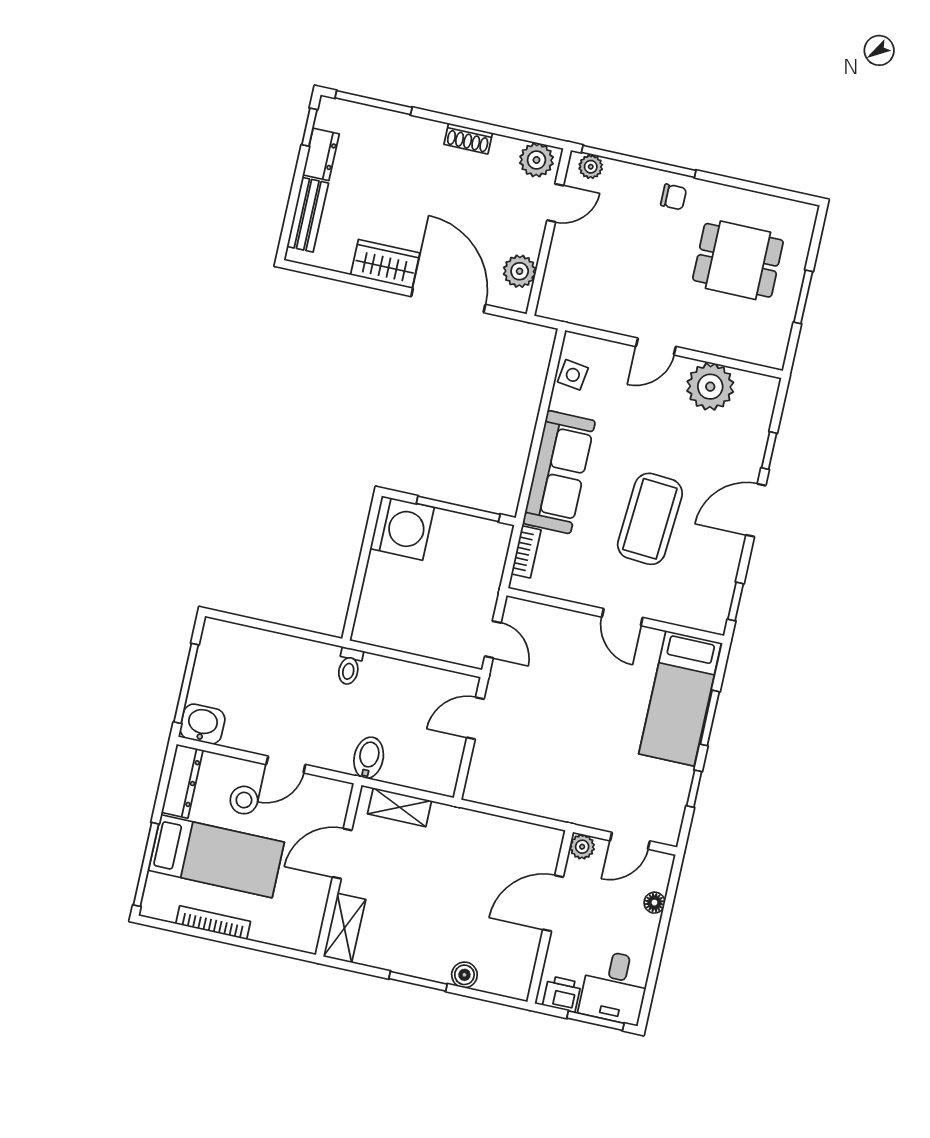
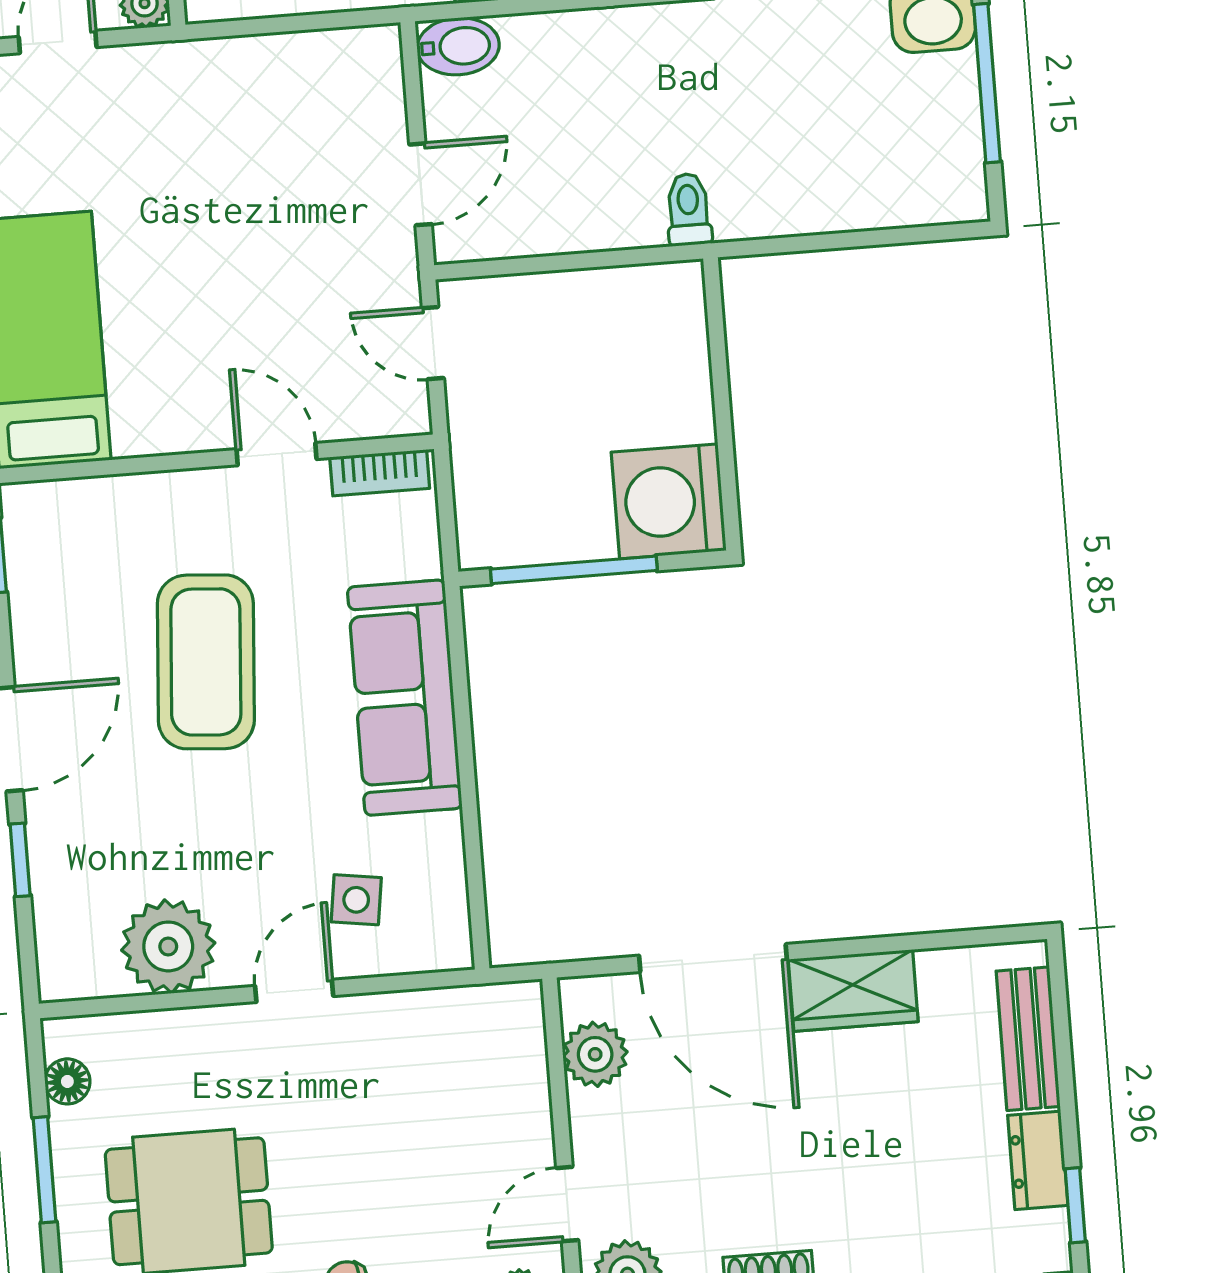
floor lamp: (779, 336) -> (67, 1081), added
side table: (573, 375) -> (356, 900), moved
bookcase: (526, 552) -> (380, 473), moved, turned -90
door: (622, 617) -> (277, 454), moved
bidet: (369, 758) -> (458, 46), moved, turned -90

